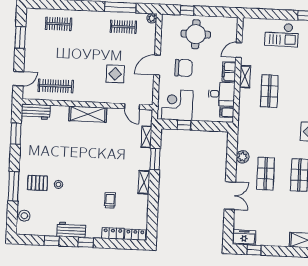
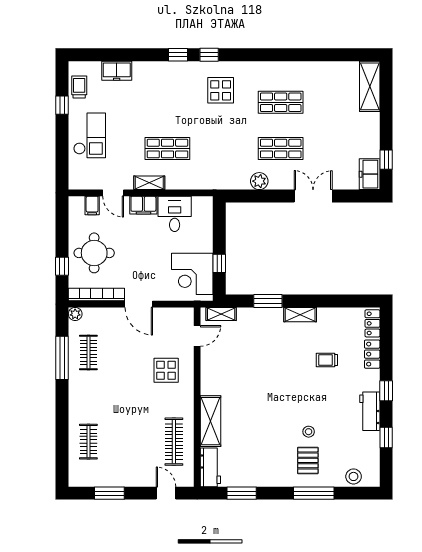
bookcase: (165, 34) -> (96, 295), added
chair: (184, 68) -> (141, 268), removed
display table: (115, 74) -> (166, 370), moved
filing cabinet: (227, 112) -> (92, 205), moved
shelving: (88, 114) -> (210, 421), moved
shelving: (147, 137) -> (221, 314), moved

